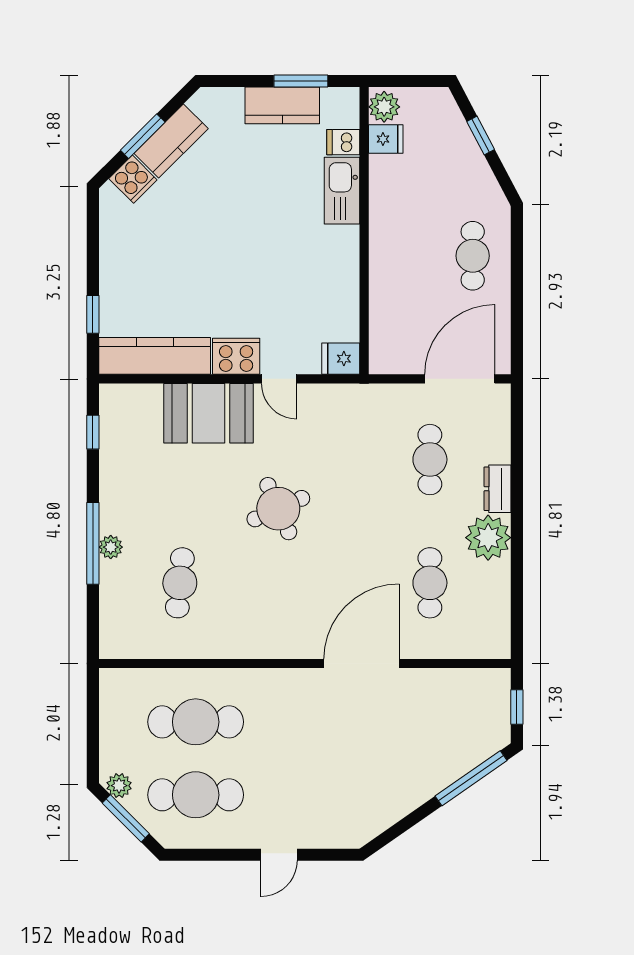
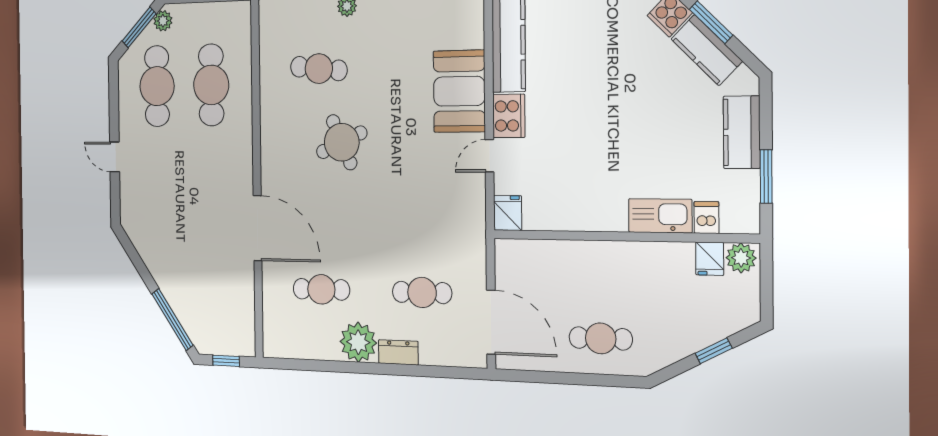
kitchen counter: (282, 105) -> (742, 132), moved
round table: (278, 509) -> (342, 142), moved

